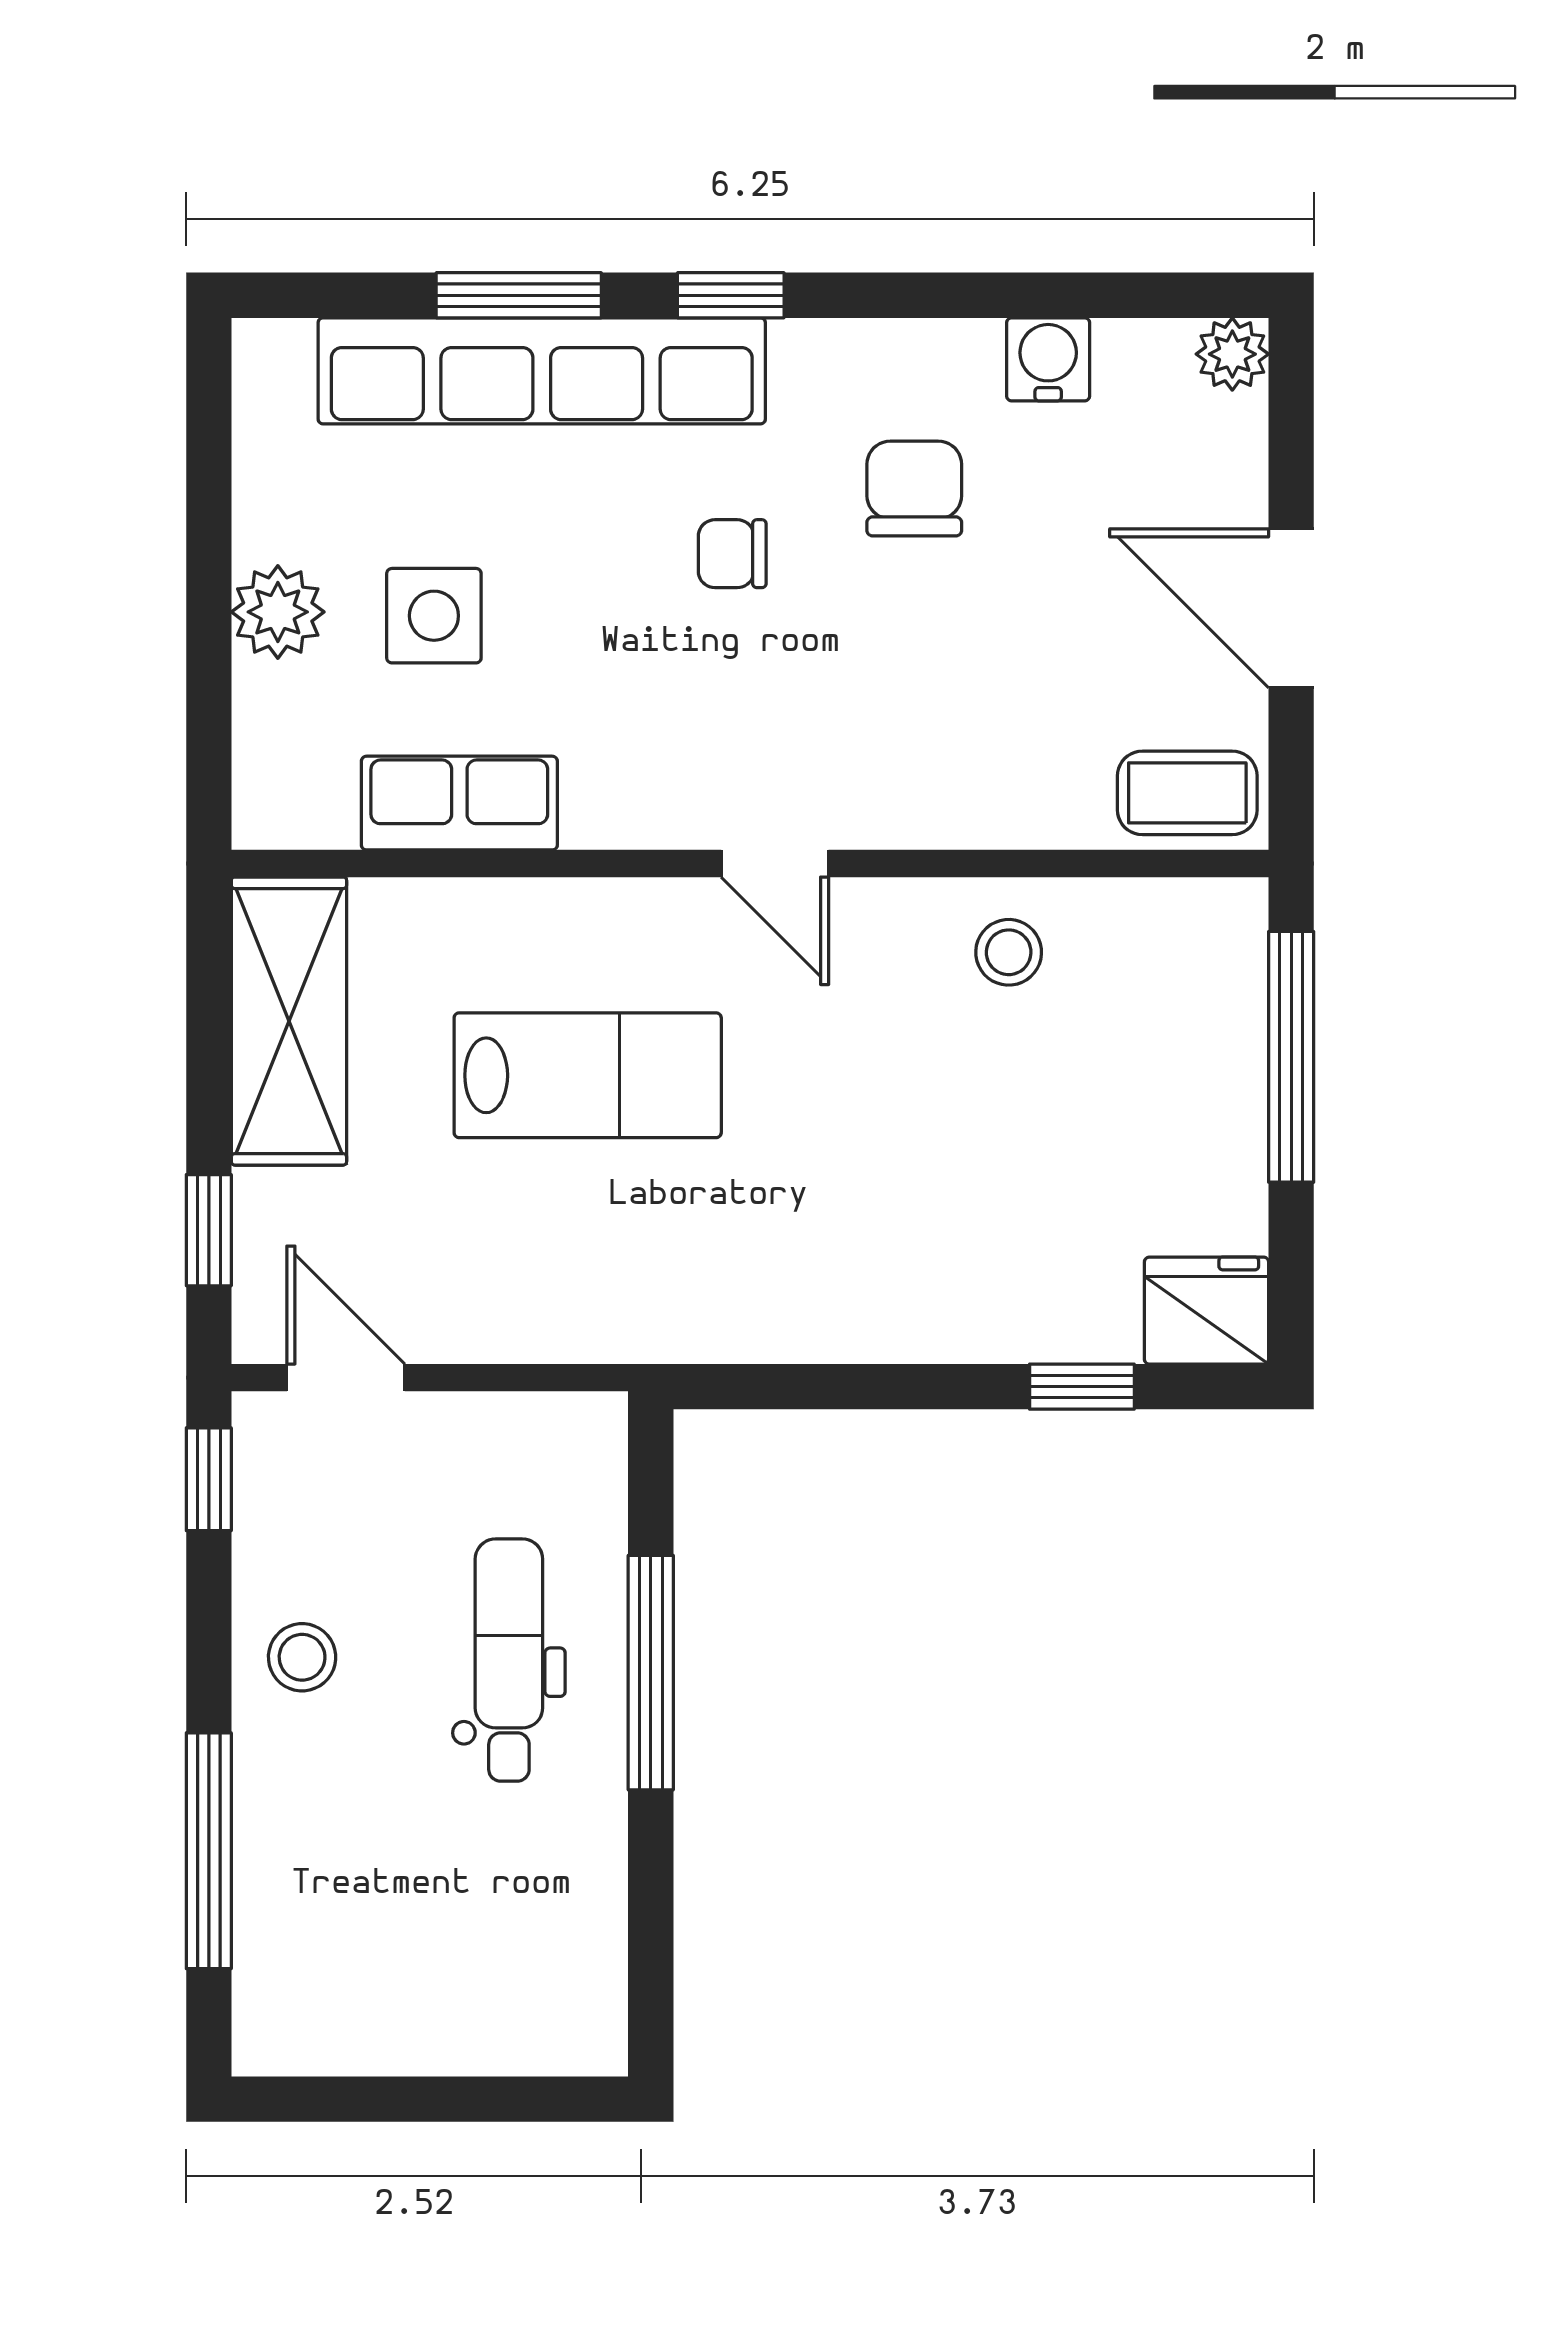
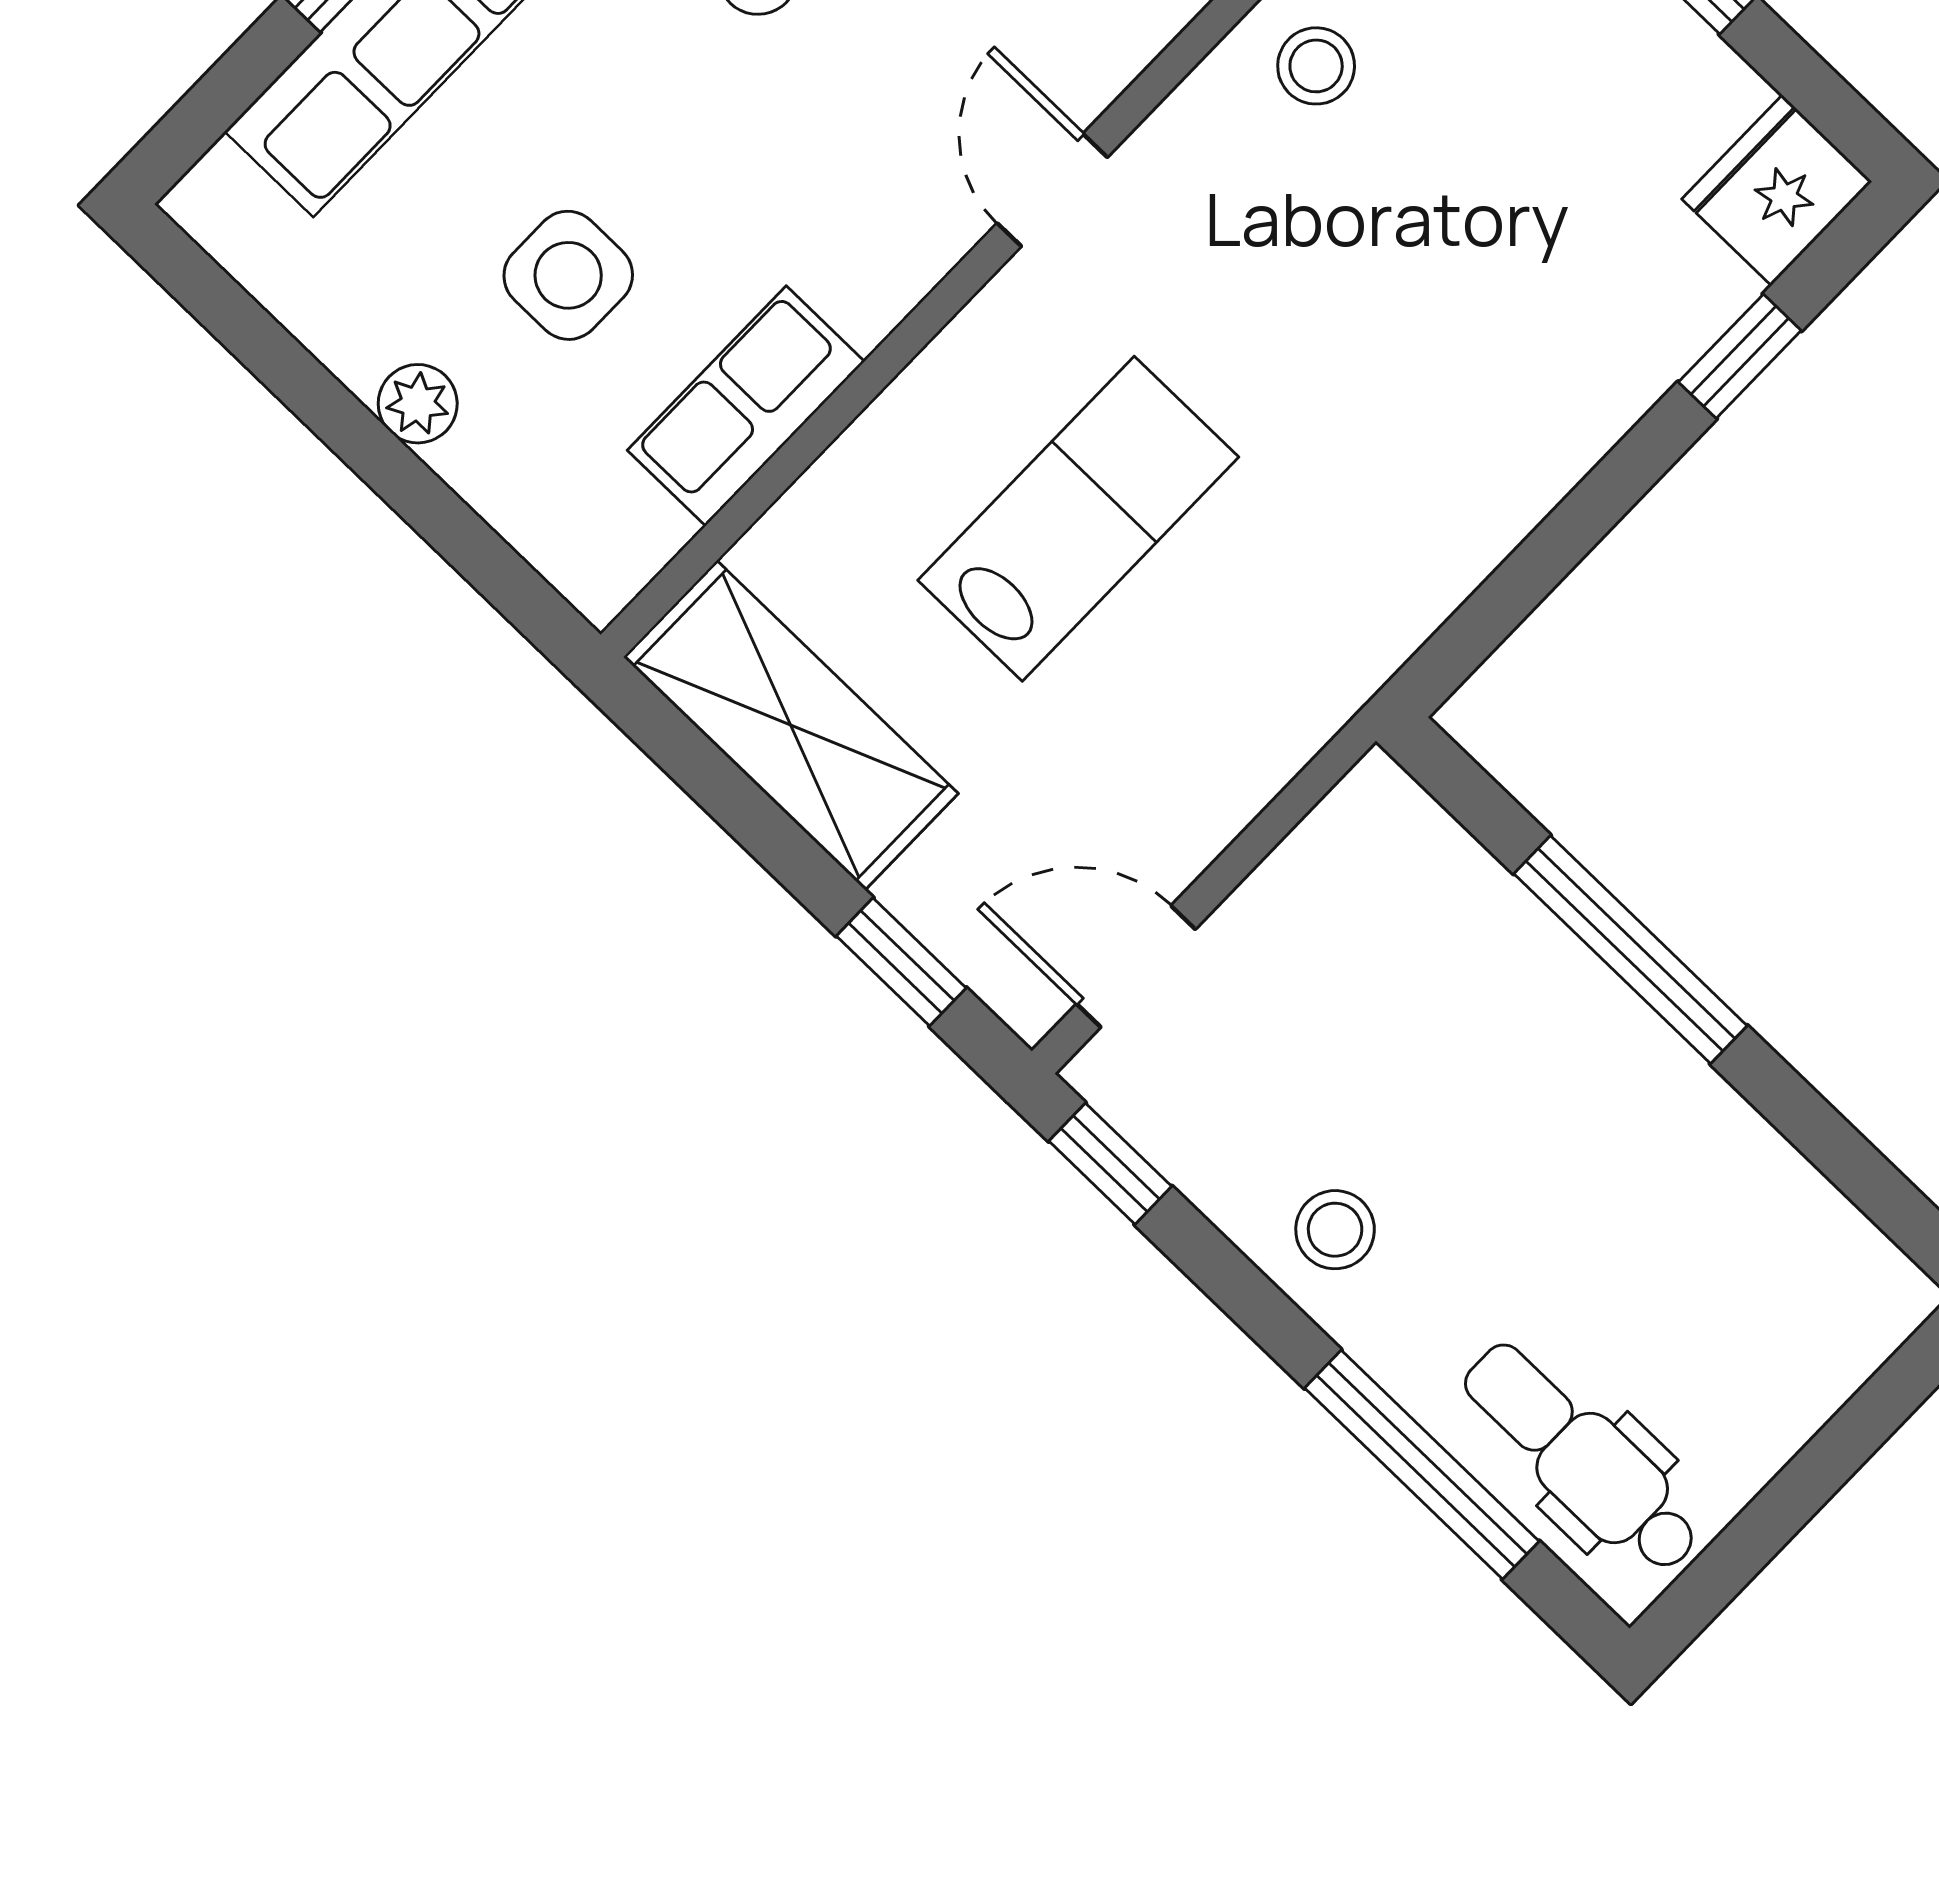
plant: (278, 612) -> (418, 404), width x0.73, depth x0.73
door: (775, 864) -> (1052, 190), swing flipped
dental chair: (509, 1660) -> (1582, 1458), moved

